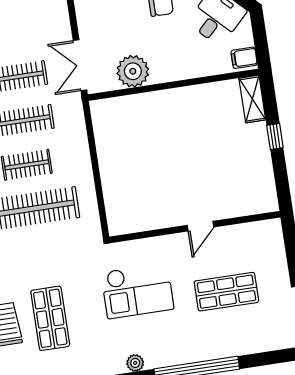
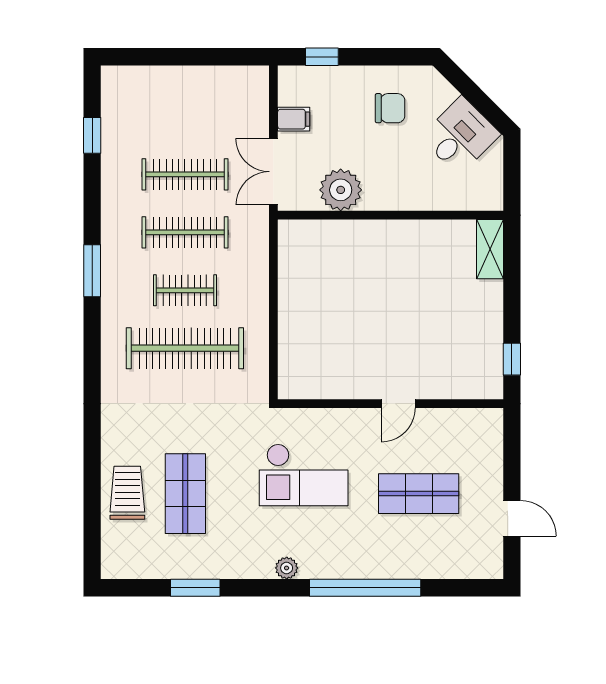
filing cabinet: (244, 58) -> (294, 119), moved, turned 180
window: (275, 136) -> (512, 359), moved

